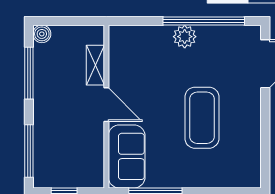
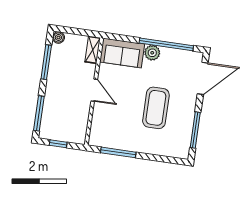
shelving: (95, 65) -> (93, 50), moved
window: (265, 142) -> (195, 130), added
sofa: (127, 156) -> (122, 53), moved, turned 90

